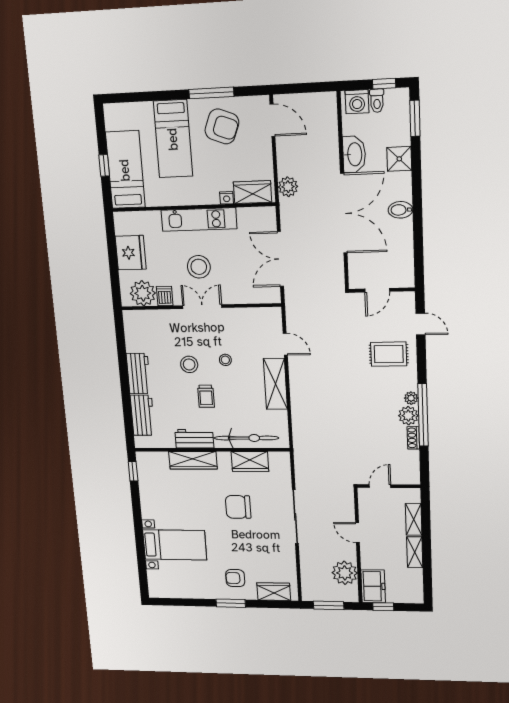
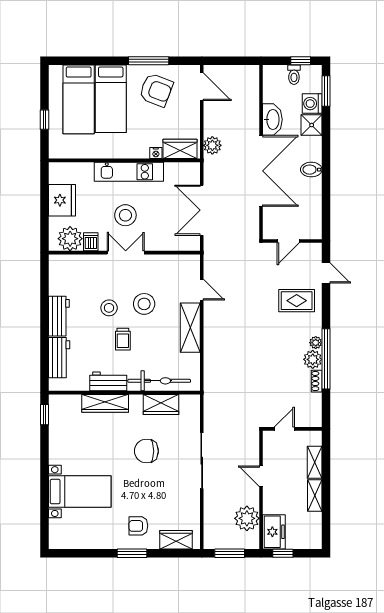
washing machine: (357, 102) -> (312, 104), moved, turned 90
bed: (125, 170) -> (79, 99), moved, turned 180
stool: (225, 360) -> (144, 304), width x1.89, depth x1.89

